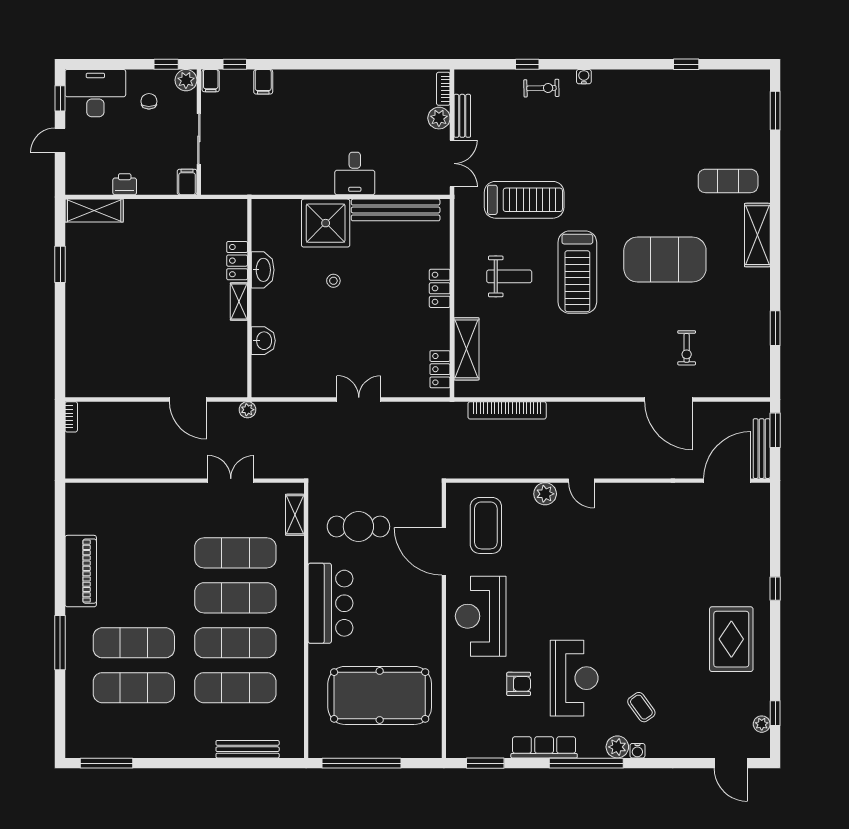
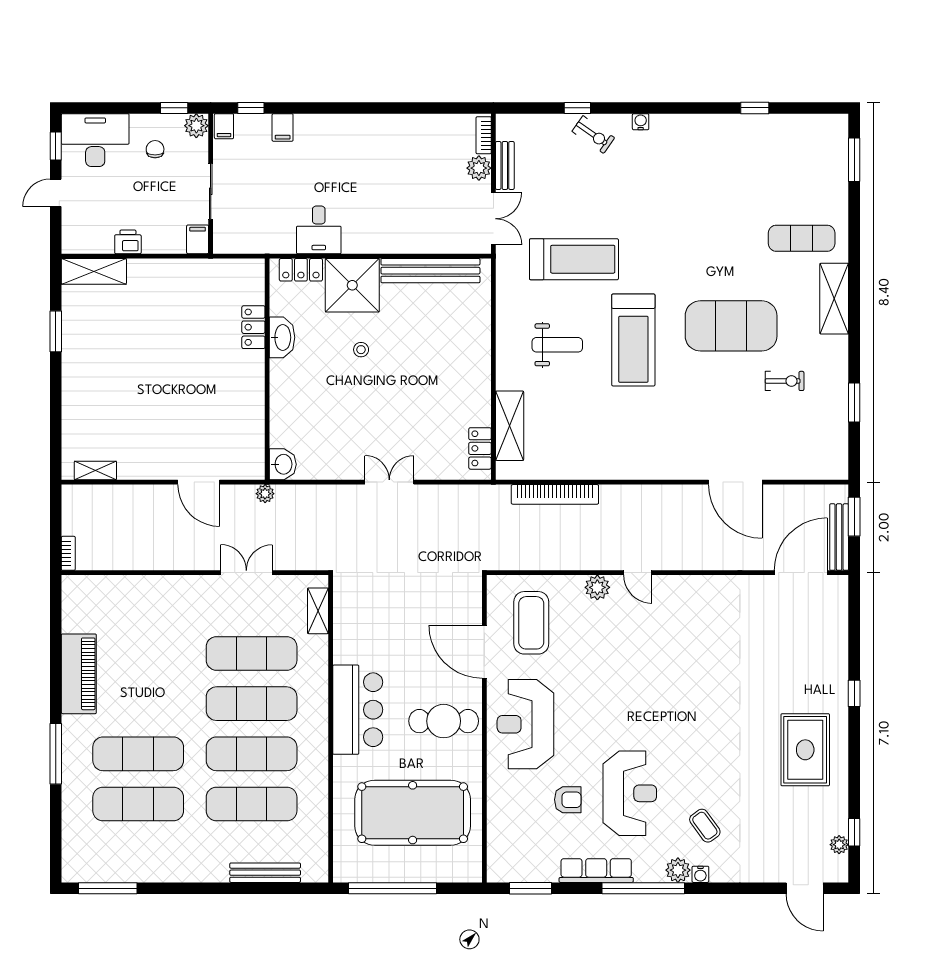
exercise bike: (541, 88) -> (593, 135), turned 36
desk: (355, 173) -> (319, 230), moved
locker: (440, 288) -> (301, 270), moved, turned -90
shelving: (239, 301) -> (95, 470), moved, turned 90
washbasin: (263, 341) -> (283, 464), moved
exercise bike: (687, 348) -> (785, 381), moved, turned -90
bookcase: (71, 417) -> (68, 553), moved
cafe table: (358, 527) -> (444, 721), moved

